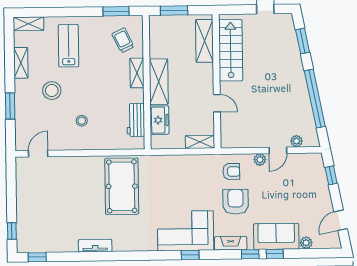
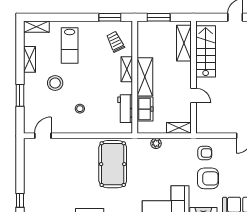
lab bench: (68, 46) -> (70, 46), turned 180
plant: (260, 160) -> (156, 143), moved
armchair: (236, 202) -> (208, 178), turned 90

